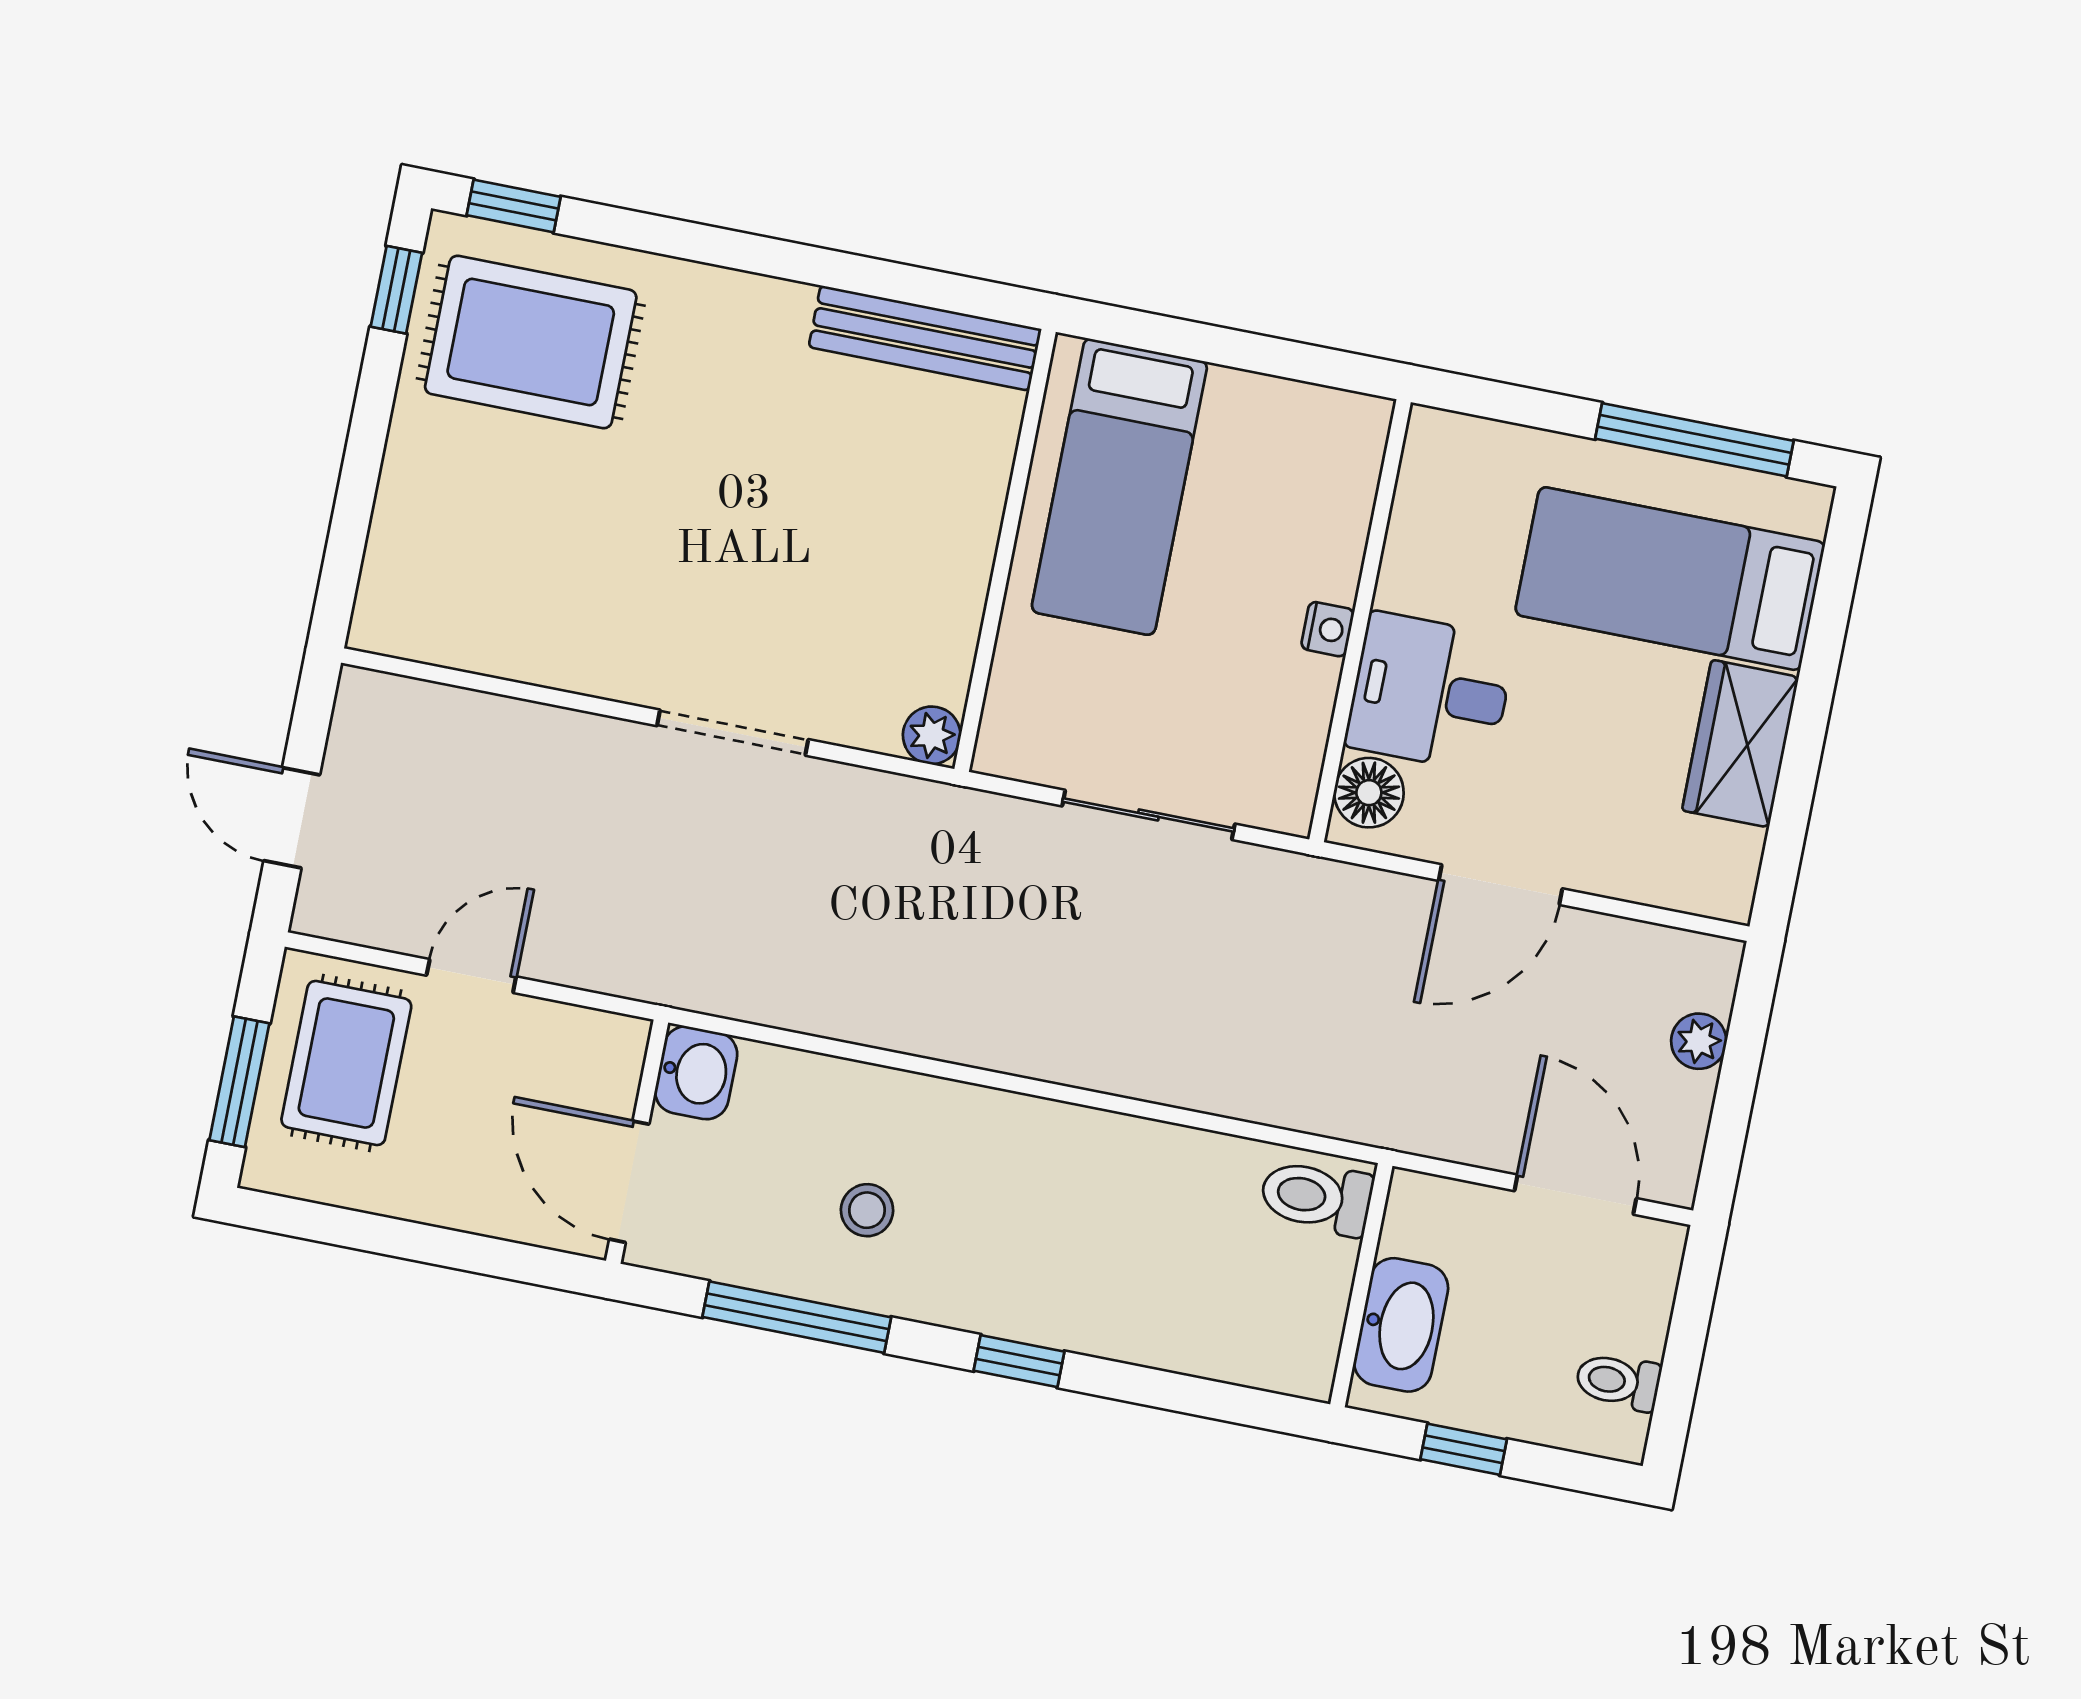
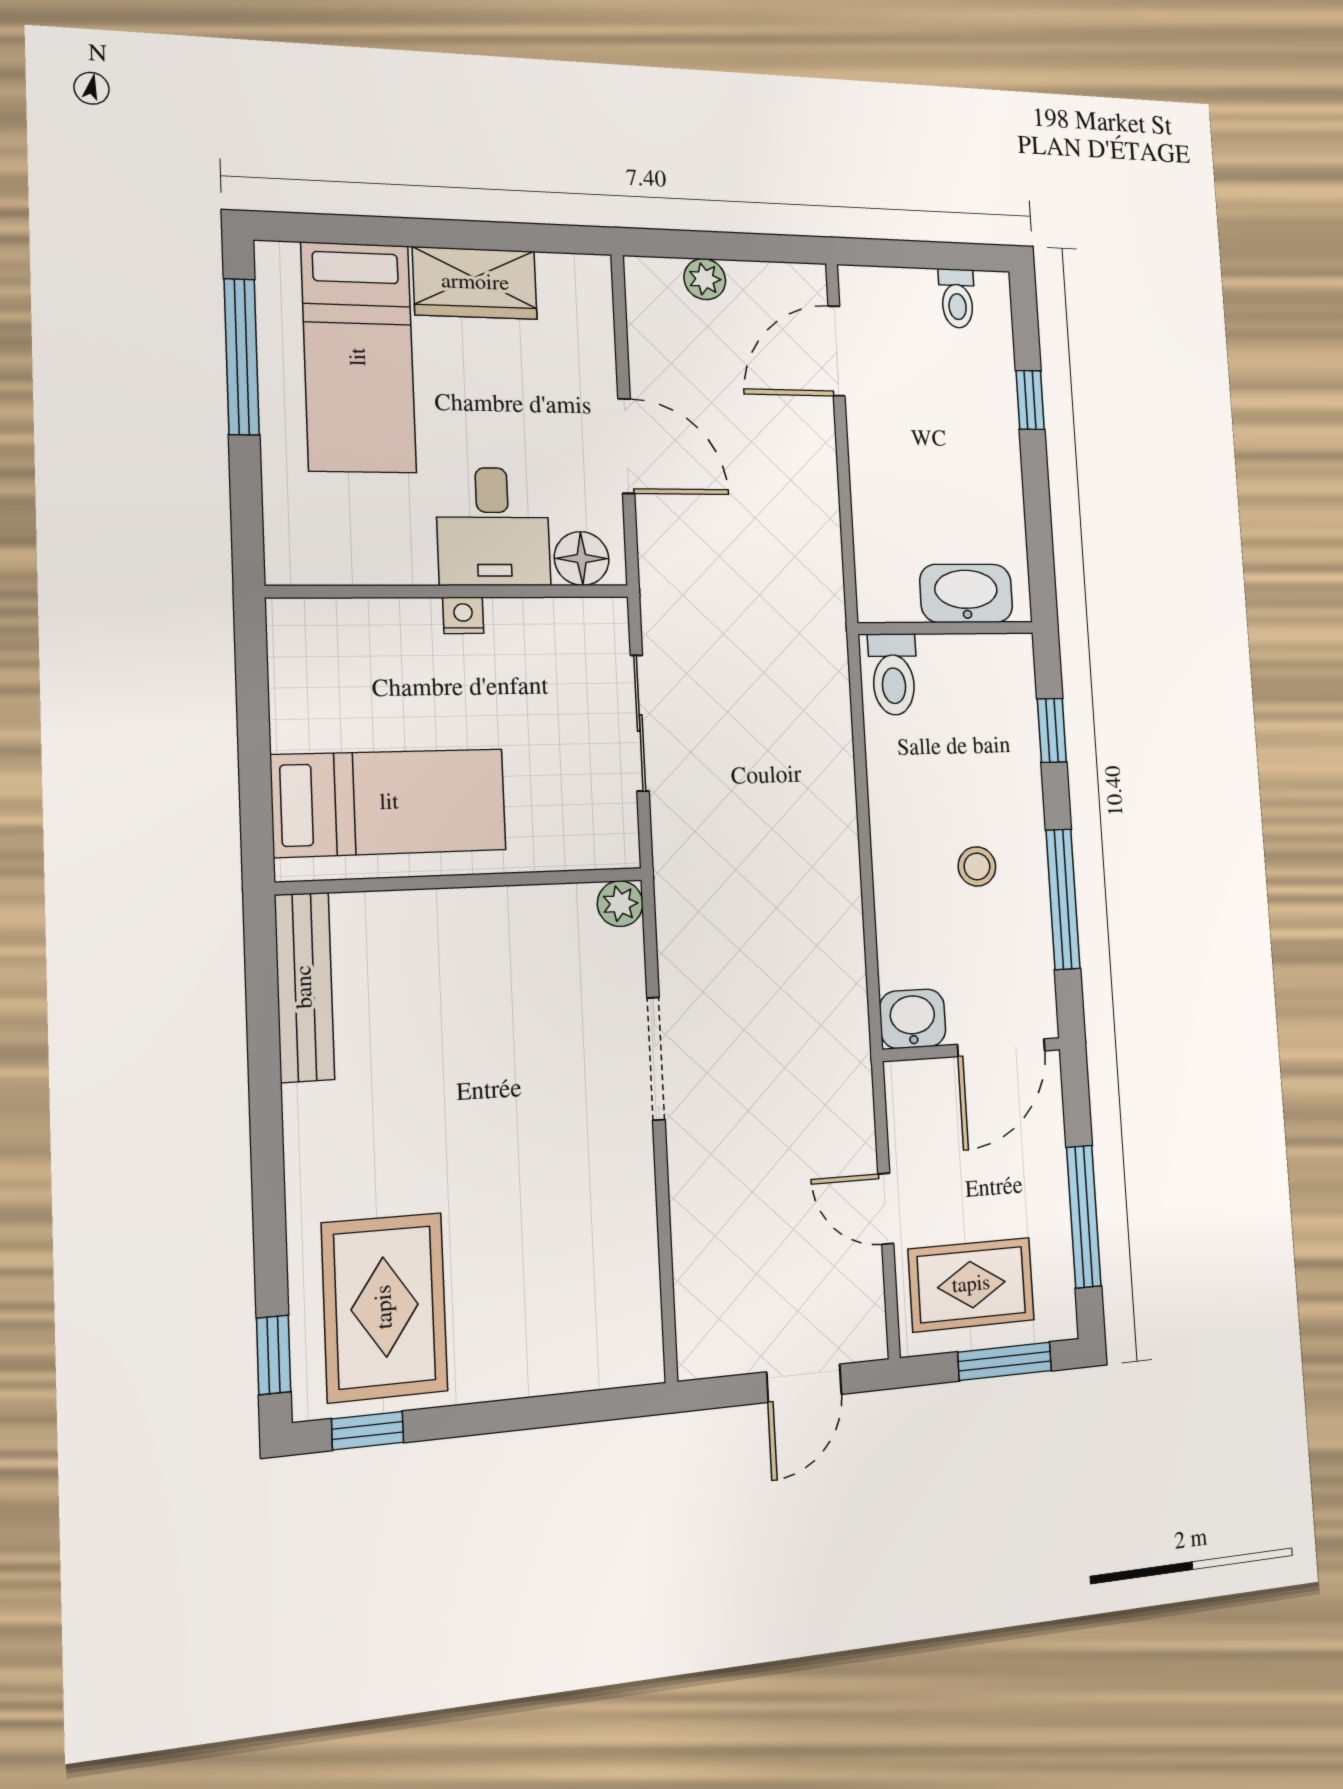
toilet: (1316, 1197) -> (893, 674), moved
window: (387, 1236) -> (1084, 1217), added
wall: (1361, 1285) -> (946, 628), moved
washbasin: (1401, 1325) -> (966, 593), moved

